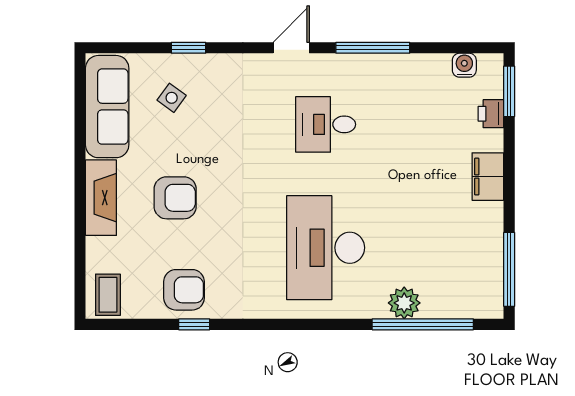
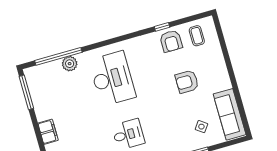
fireplace: (101, 198) -> (221, 72), removed
armchair: (184, 290) -> (171, 41), turned -90
coffee table: (108, 295) -> (197, 36), moved

